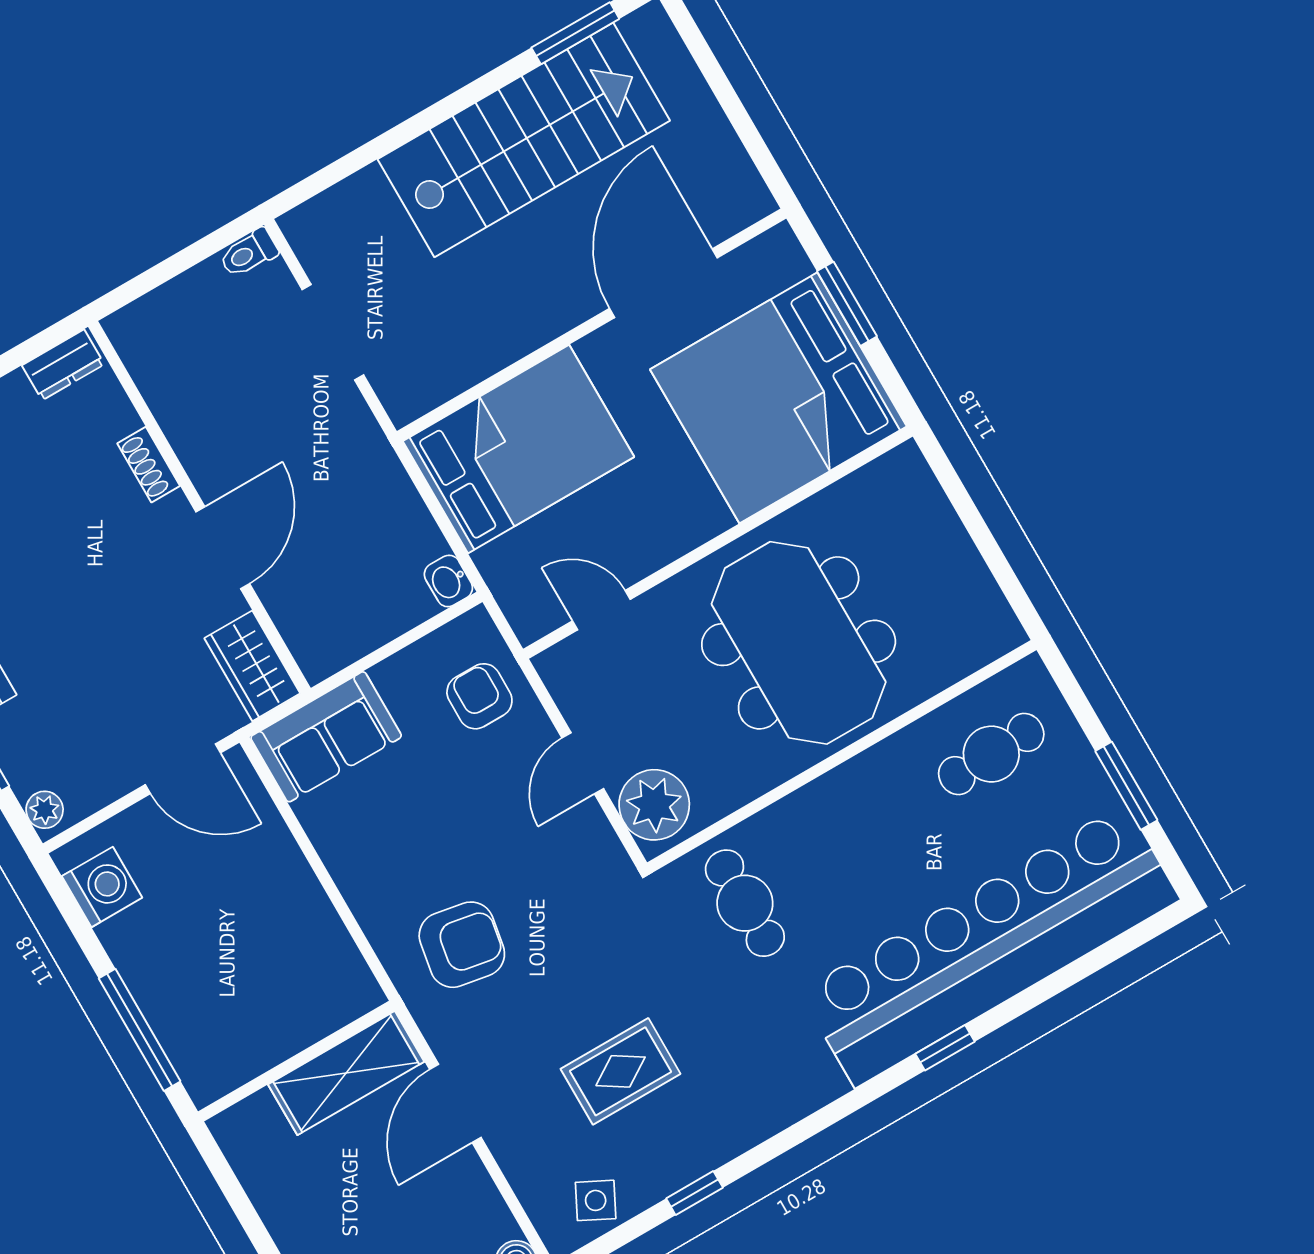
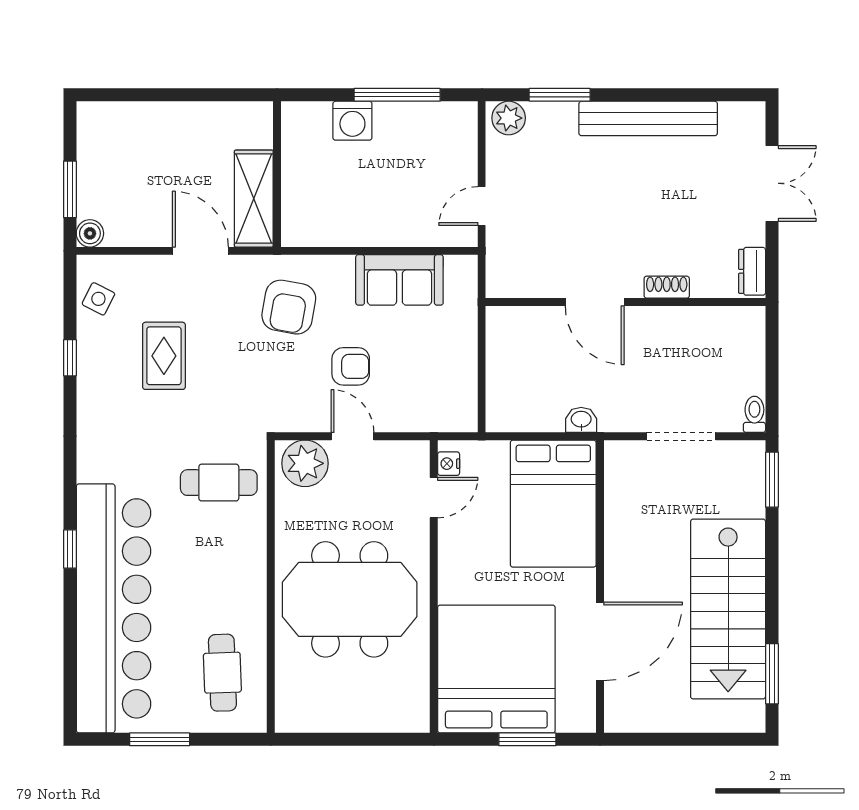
window: (321, 181) -> (772, 480), added
door: (663, 283) -> (600, 641), hinge flipped
washbasin: (448, 581) -> (581, 420), moved
nightstand: (546, 616) -> (449, 464), added
wardrobe: (252, 666) -> (517, 280), removed
armchair: (479, 696) -> (351, 366), moved
sofa: (326, 737) -> (399, 280), moved, turned -90
door: (183, 769) -> (482, 206), width x0.73
plant: (45, 810) -> (509, 118), width x1.38, depth x1.38
washing machine: (102, 887) -> (352, 121), moved
window: (140, 1030) -> (397, 95), moved

